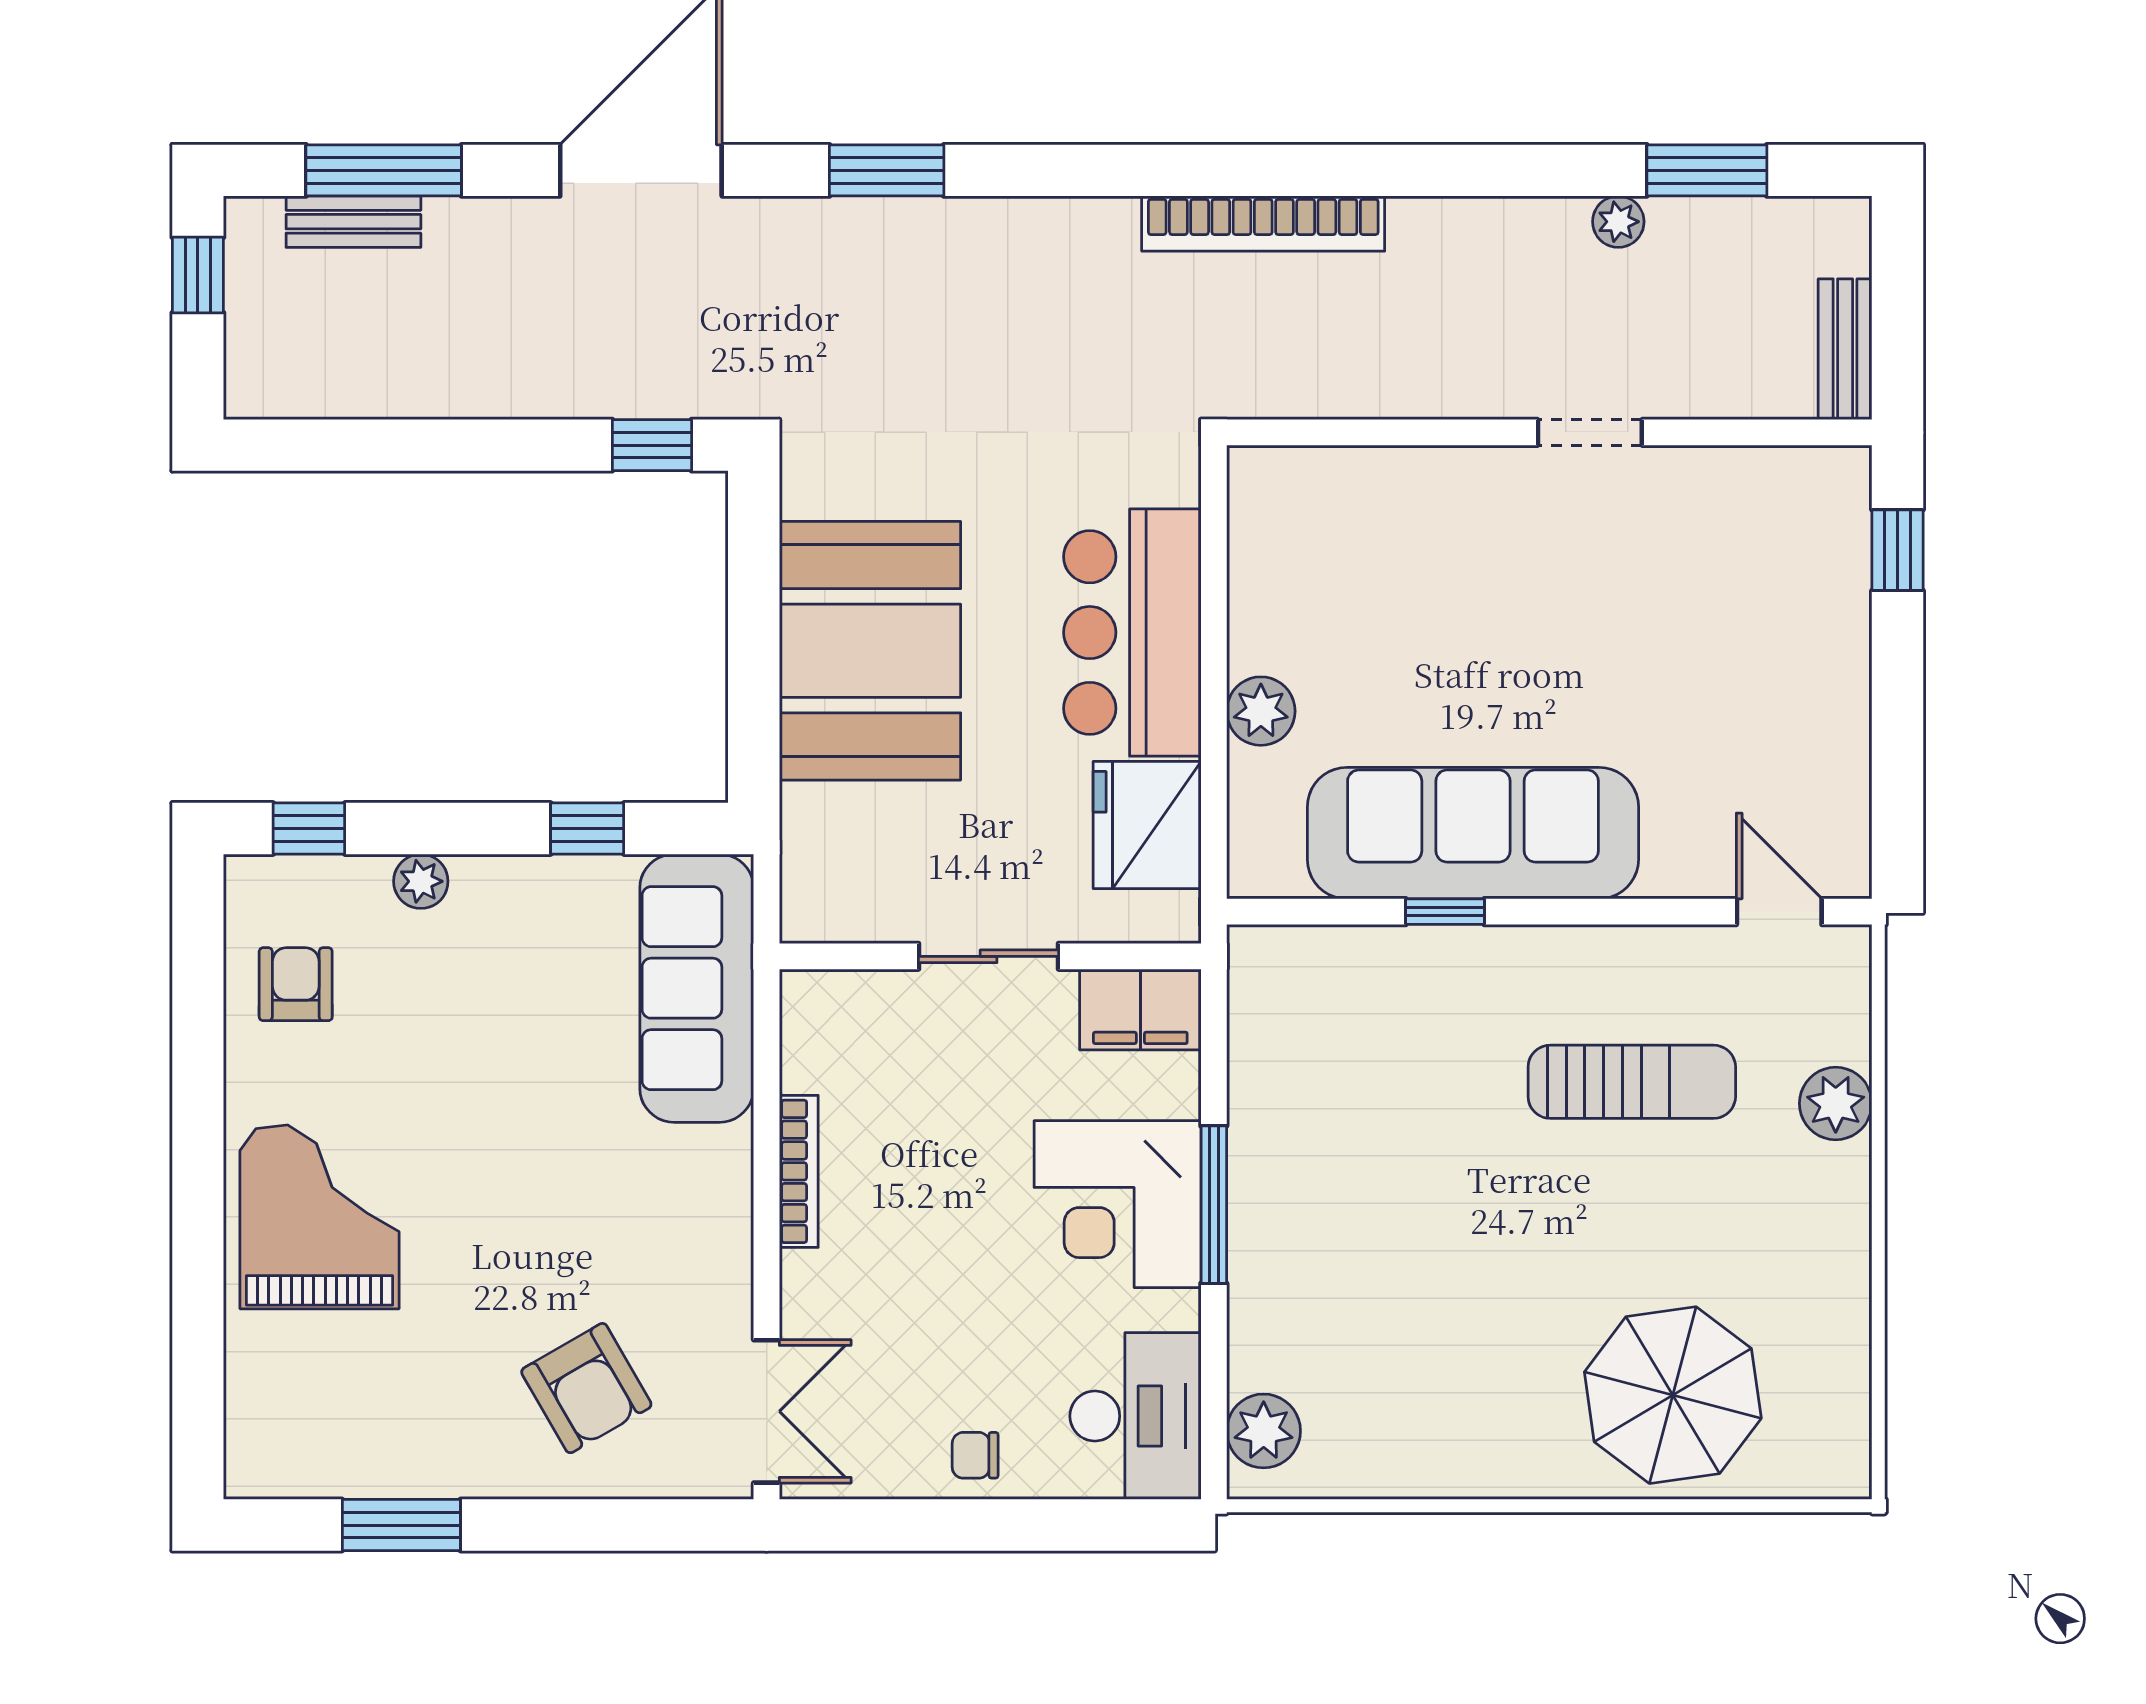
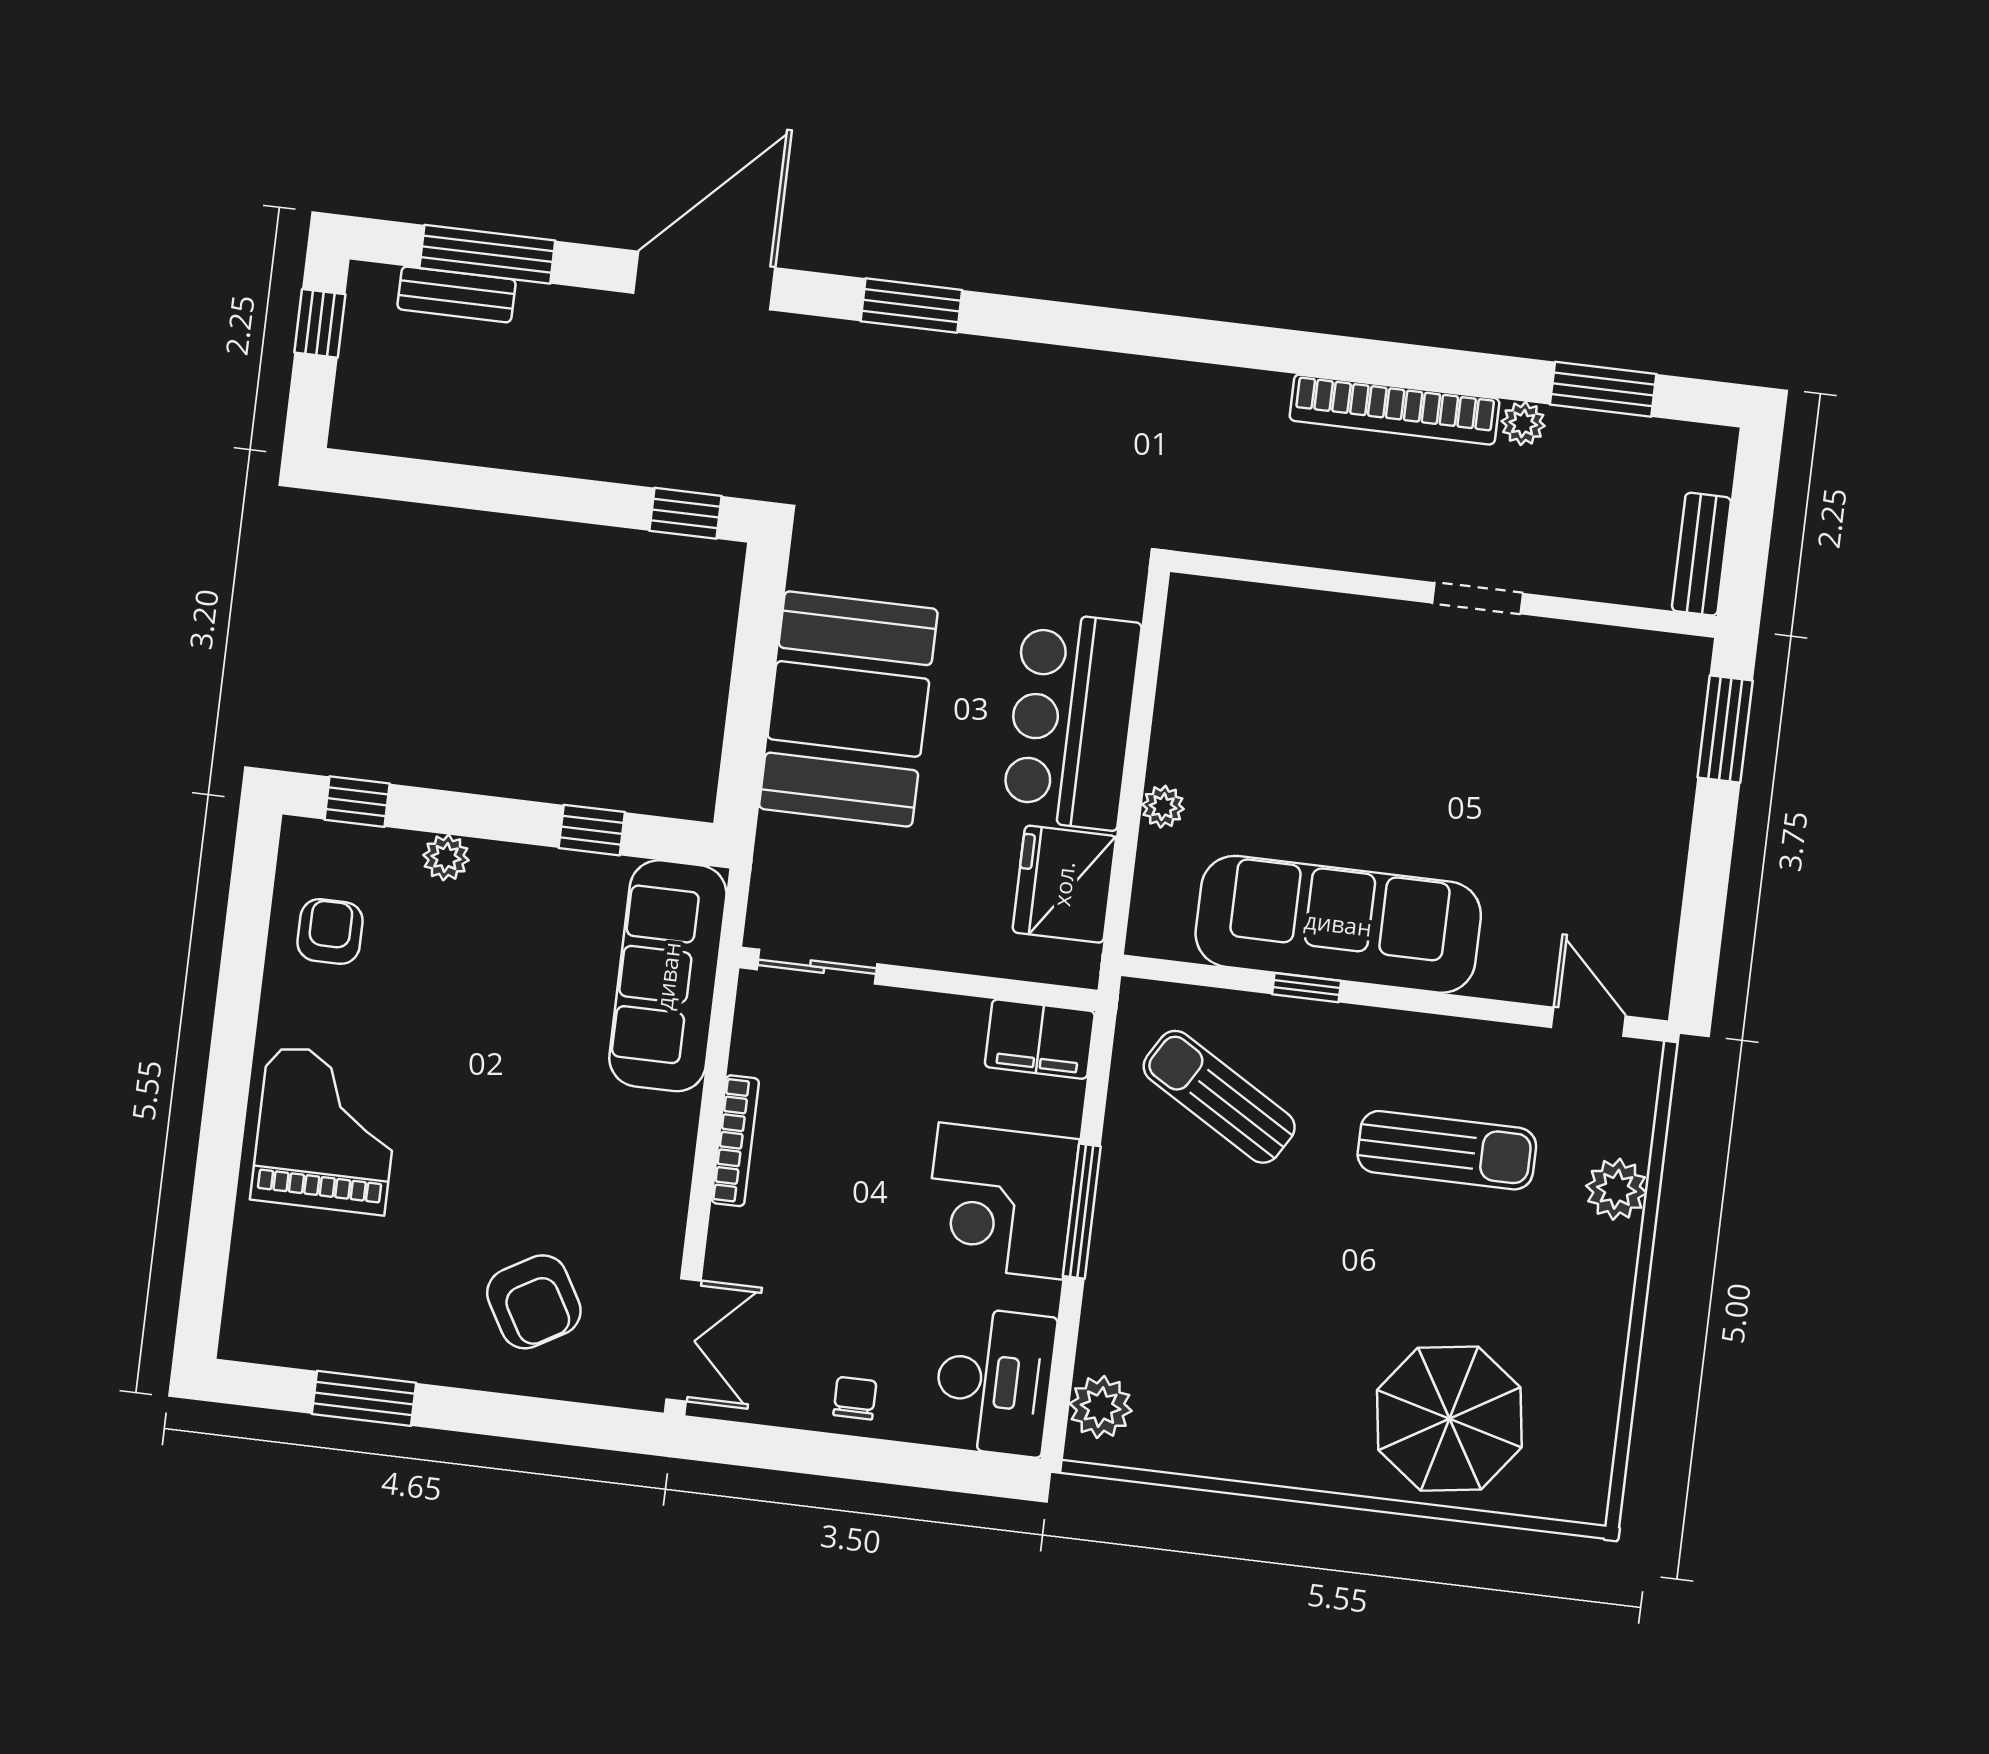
bookcase: (1263, 224) -> (1394, 410), moved
window: (1897, 550) -> (1725, 729), width x1.50
plant: (1261, 711) -> (1163, 807), width x0.73, depth x0.73
sliding door: (989, 956) -> (817, 967), moved
sun lounger: (1358, 1052) -> (1219, 1097), added
chair: (975, 1455) -> (855, 1398), turned 90

